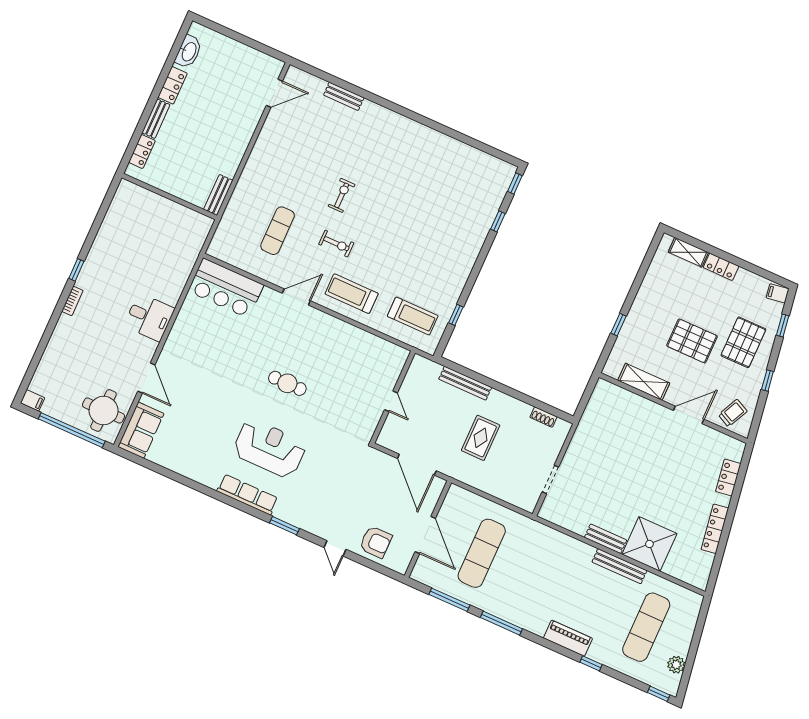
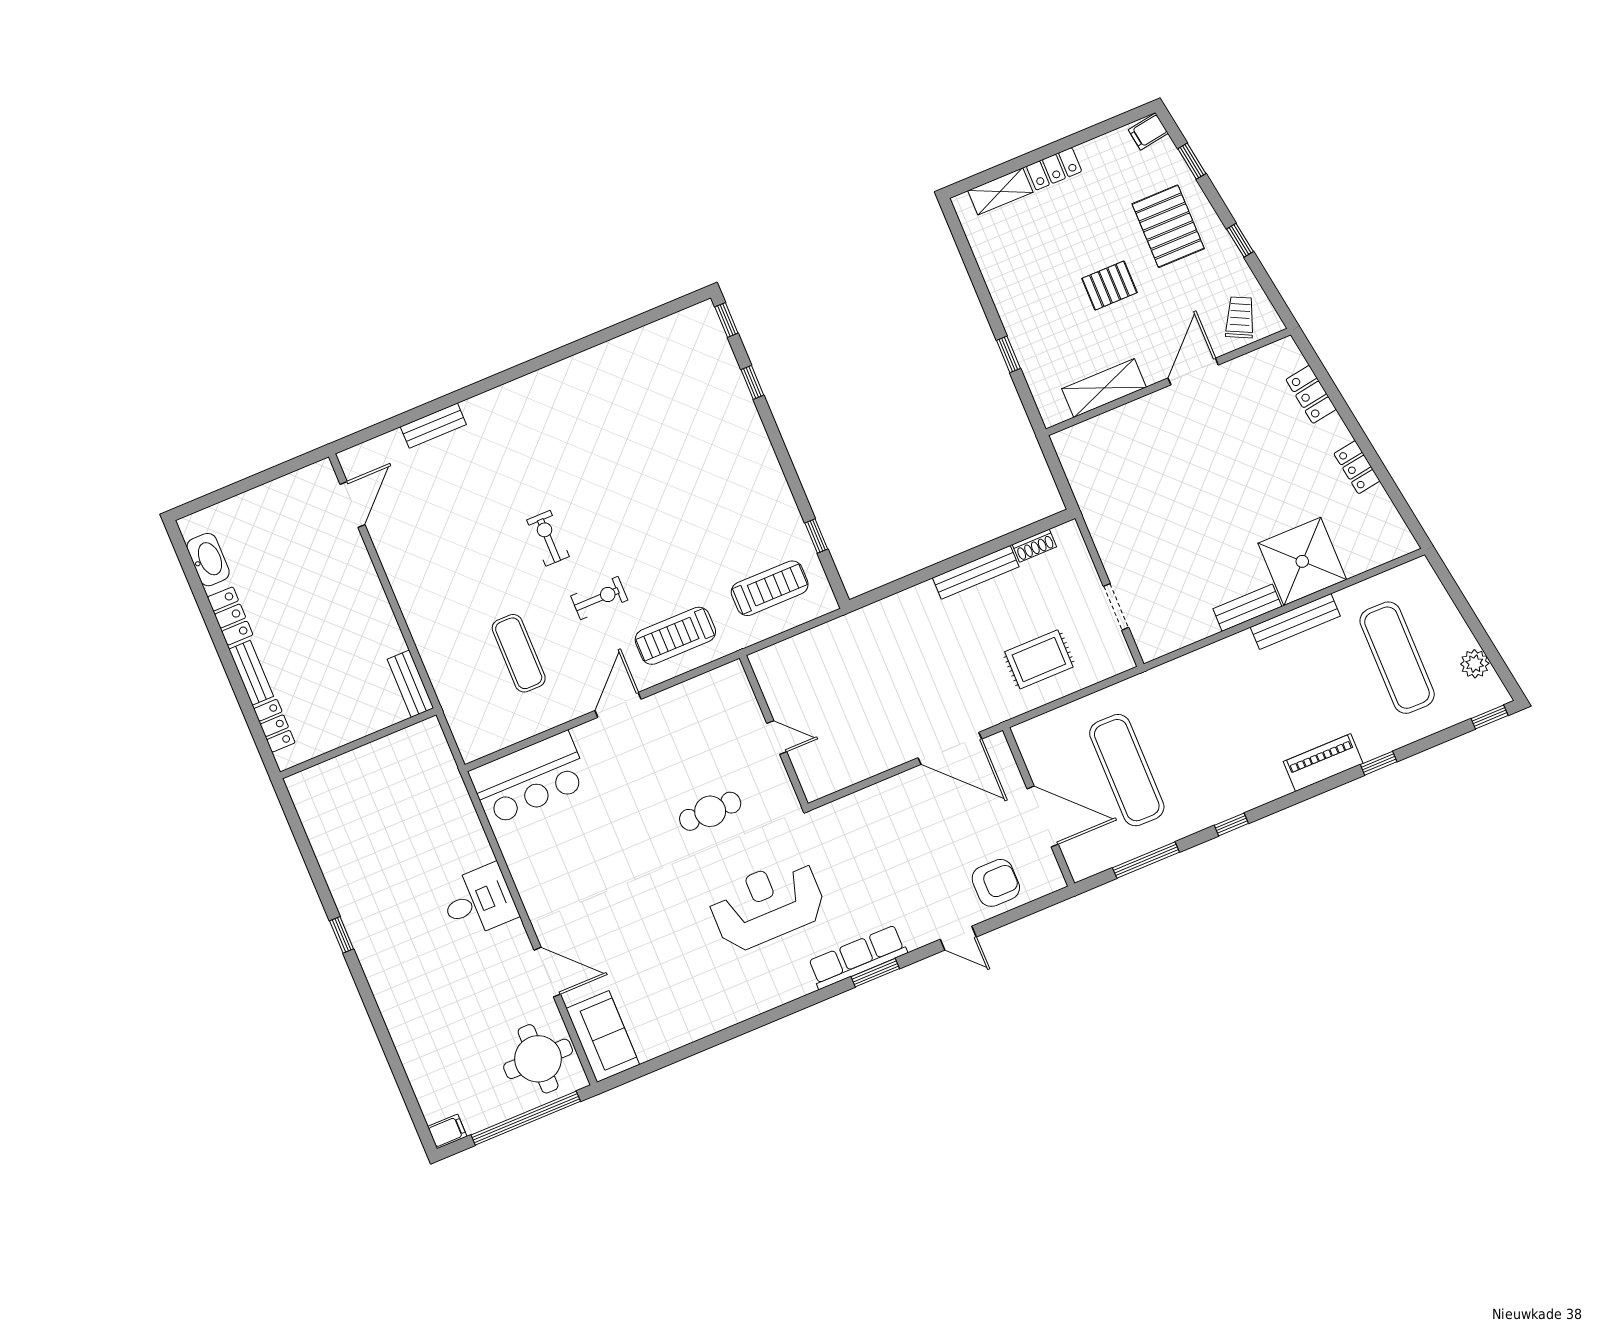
bookcase: (72, 301) -> (374, 974), removed
pallet: (692, 341) -> (1109, 286), width x0.67, depth x0.71
bench: (465, 383) -> (976, 572), moved
wall: (393, 397) -> (774, 731), moved
door: (391, 401) -> (777, 738), moved
rug: (481, 438) -> (1039, 659), moved, turned 90
row of seats: (247, 495) -> (857, 957), moved
locker: (715, 529) -> (1357, 467), width x0.66
window: (501, 623) -> (1231, 824), width x0.46

